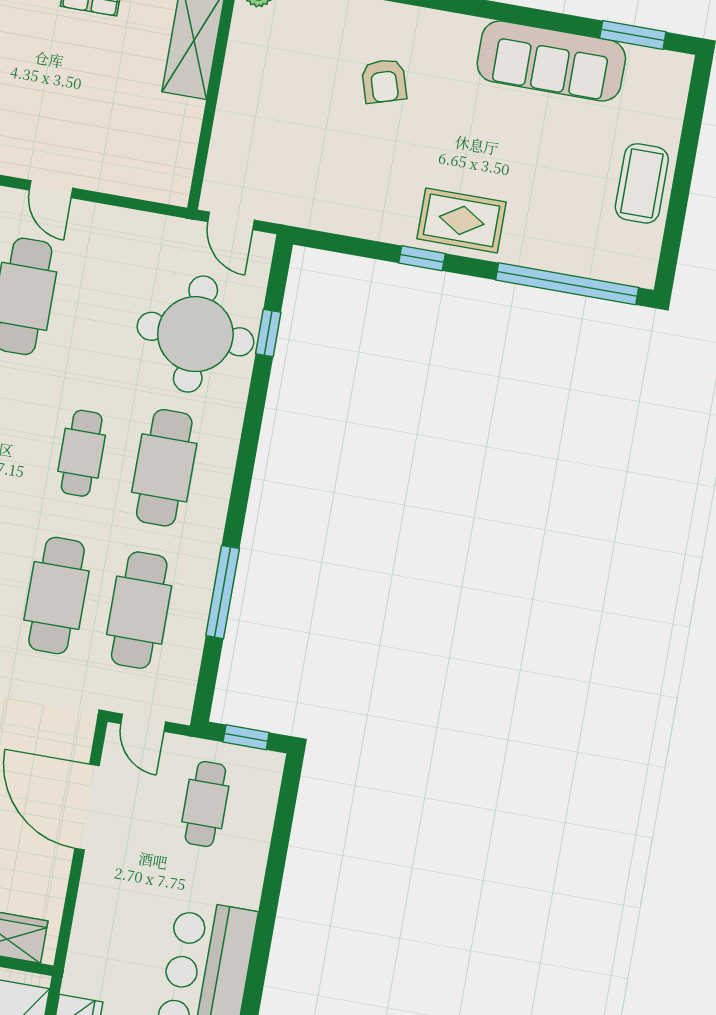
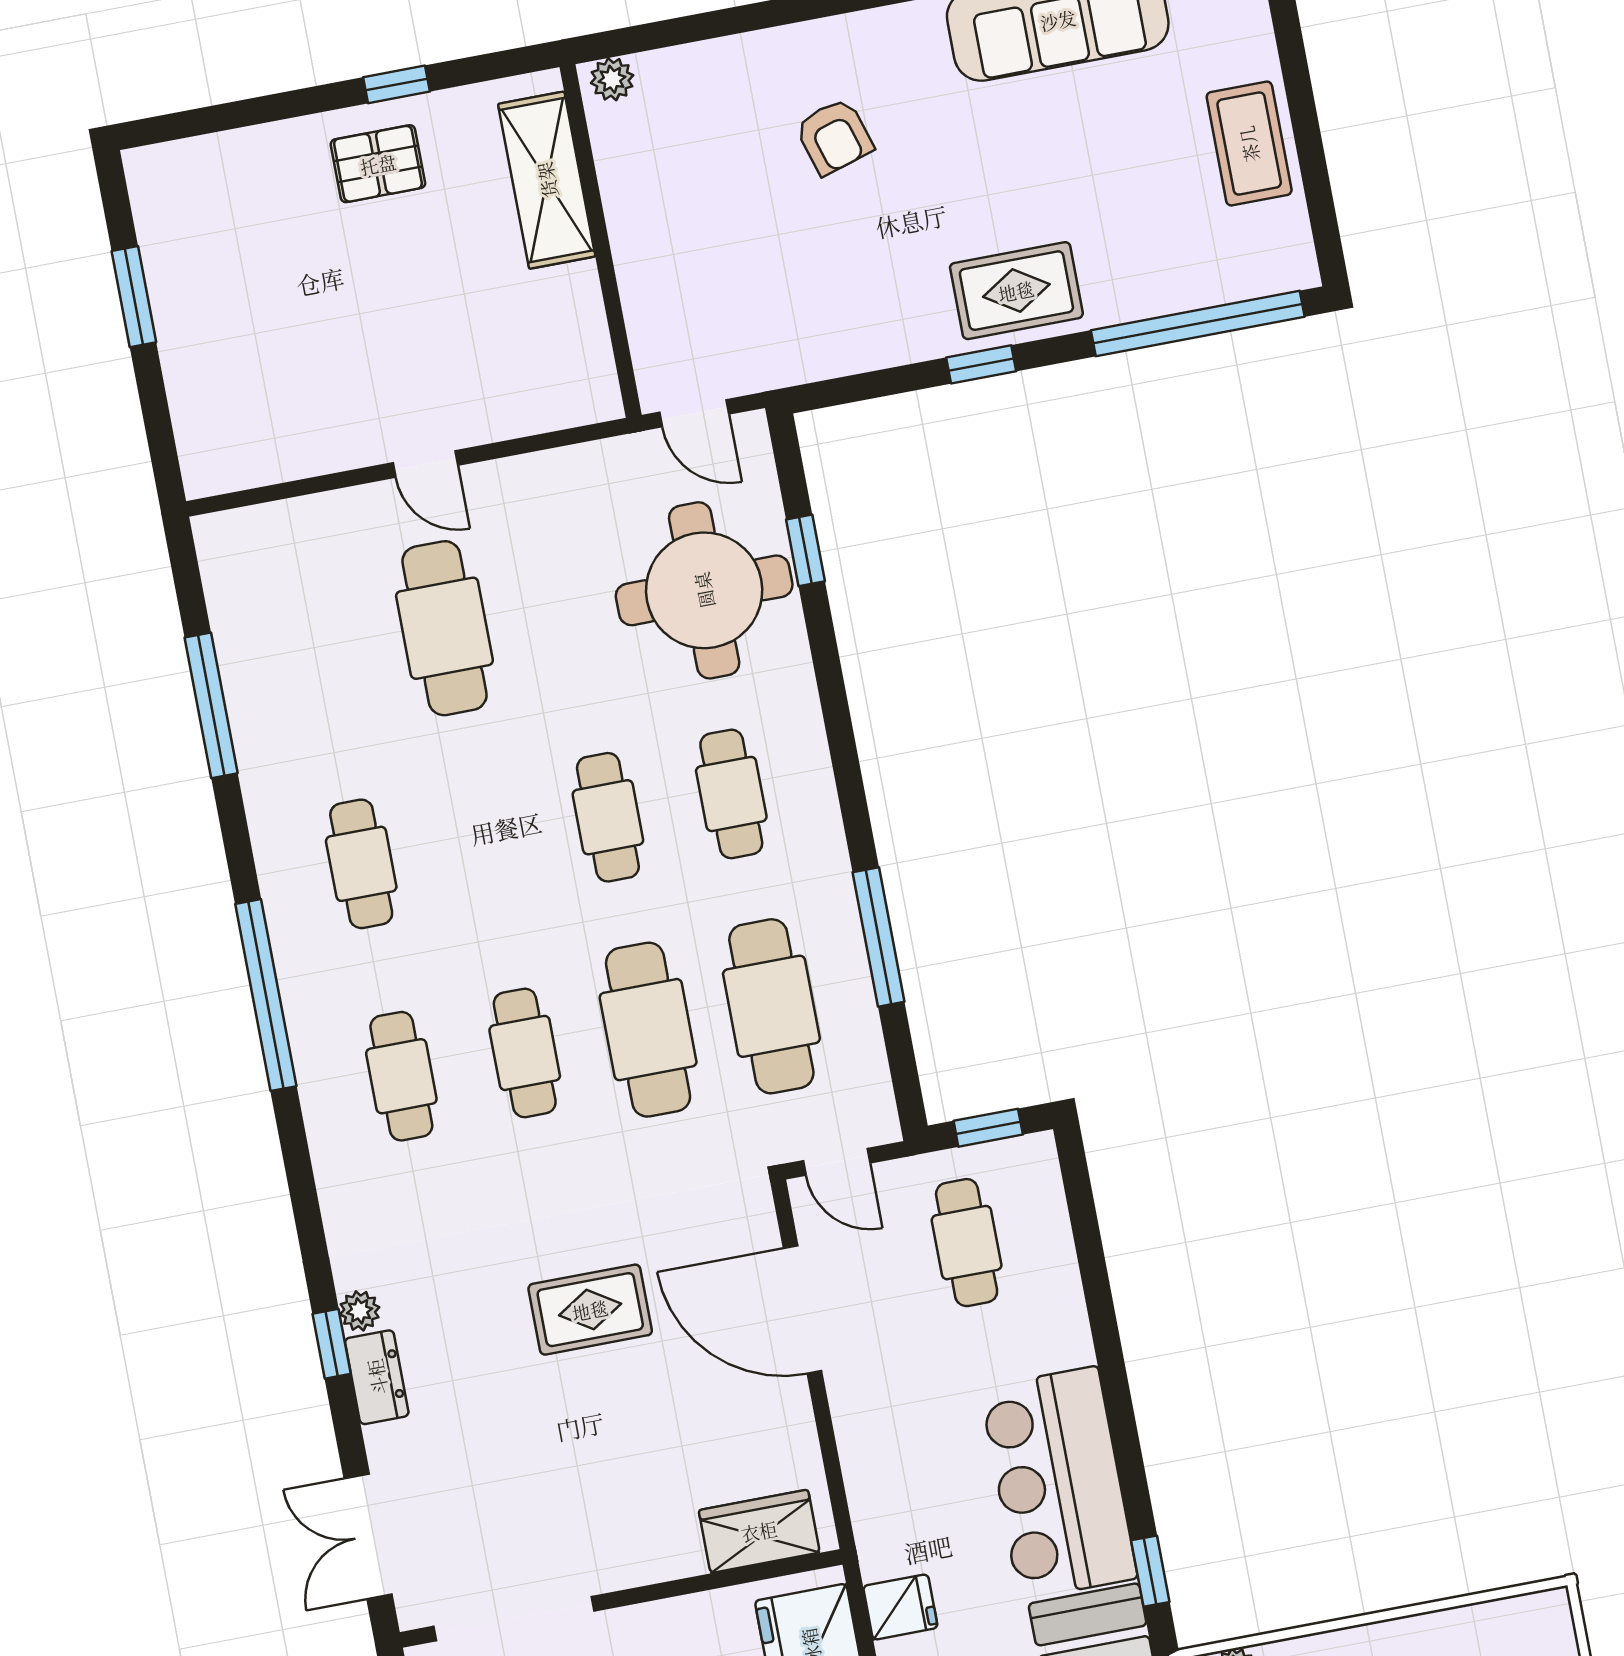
cafe table: (164, 468) -> (731, 794), width x0.73, depth x0.74

